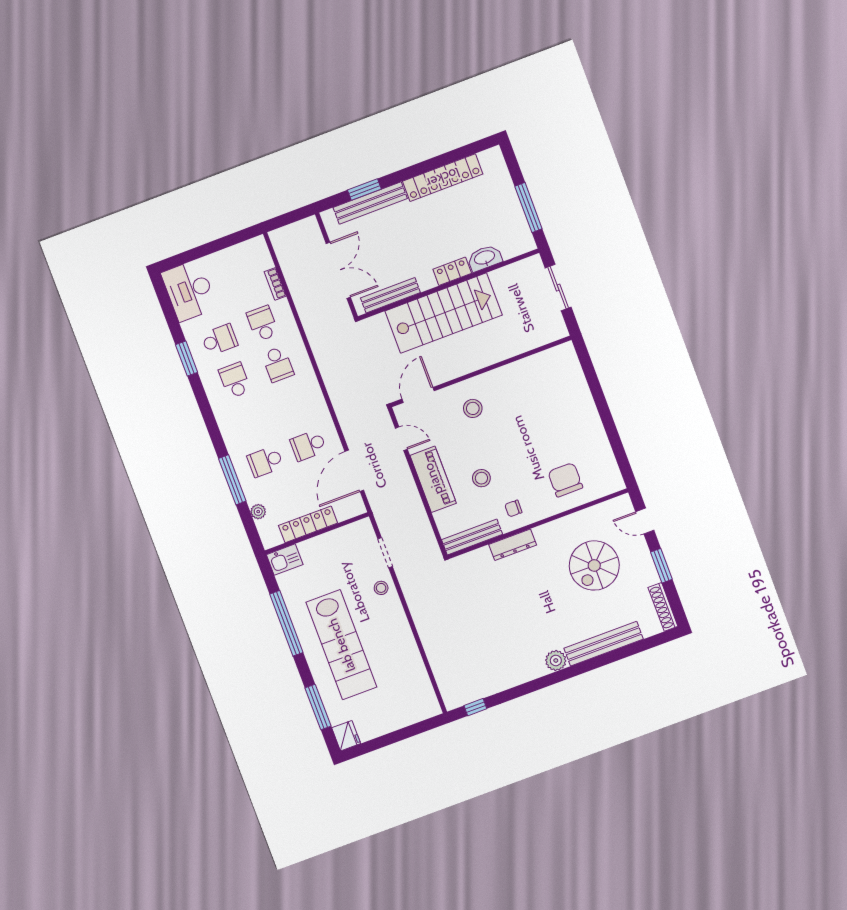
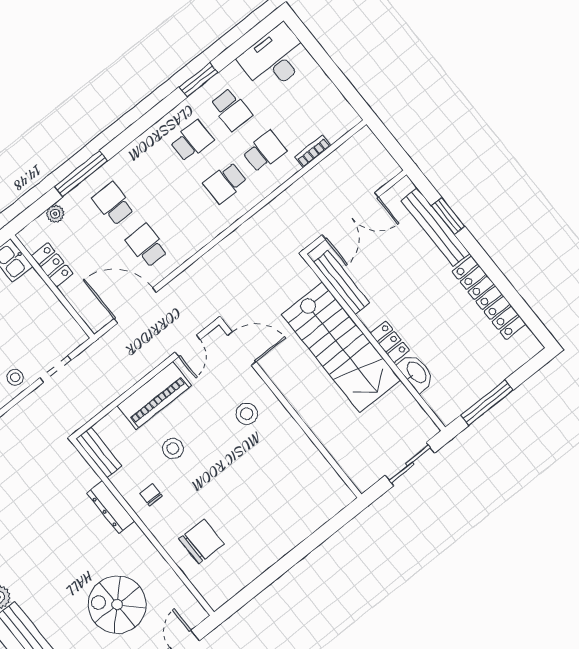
locker: (308, 524) -> (52, 265), width x0.66
bench: (472, 537) -> (99, 452), width x0.73

